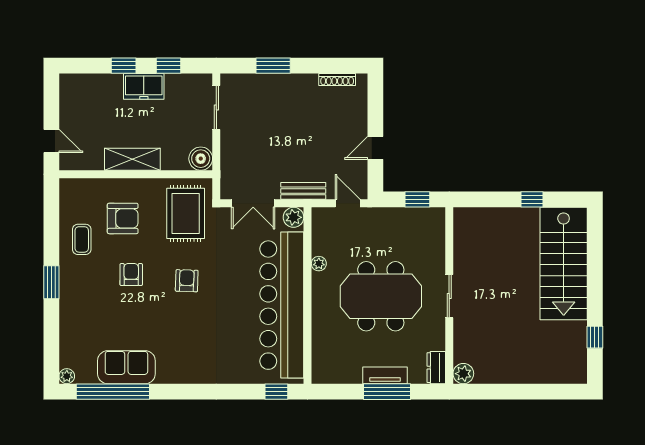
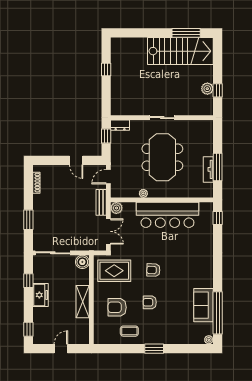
window: (124, 66) -> (28, 329), moved
sliding door: (216, 108) -> (53, 253), width x1.37
door: (51, 141) -> (61, 349), moved
armchair: (123, 218) -> (117, 307), turned -90
stairs: (564, 264) -> (180, 51), moved
bar counter: (282, 305) -> (167, 215), width x0.73
window: (595, 337) -> (186, 33), width x2.17
dresser: (436, 368) -> (120, 125), moved
plant: (463, 374) -> (207, 89), moved
tv unit: (385, 375) -> (208, 169), moved
window: (387, 392) -> (218, 167), moved
window: (496, 392) -> (218, 90), added

